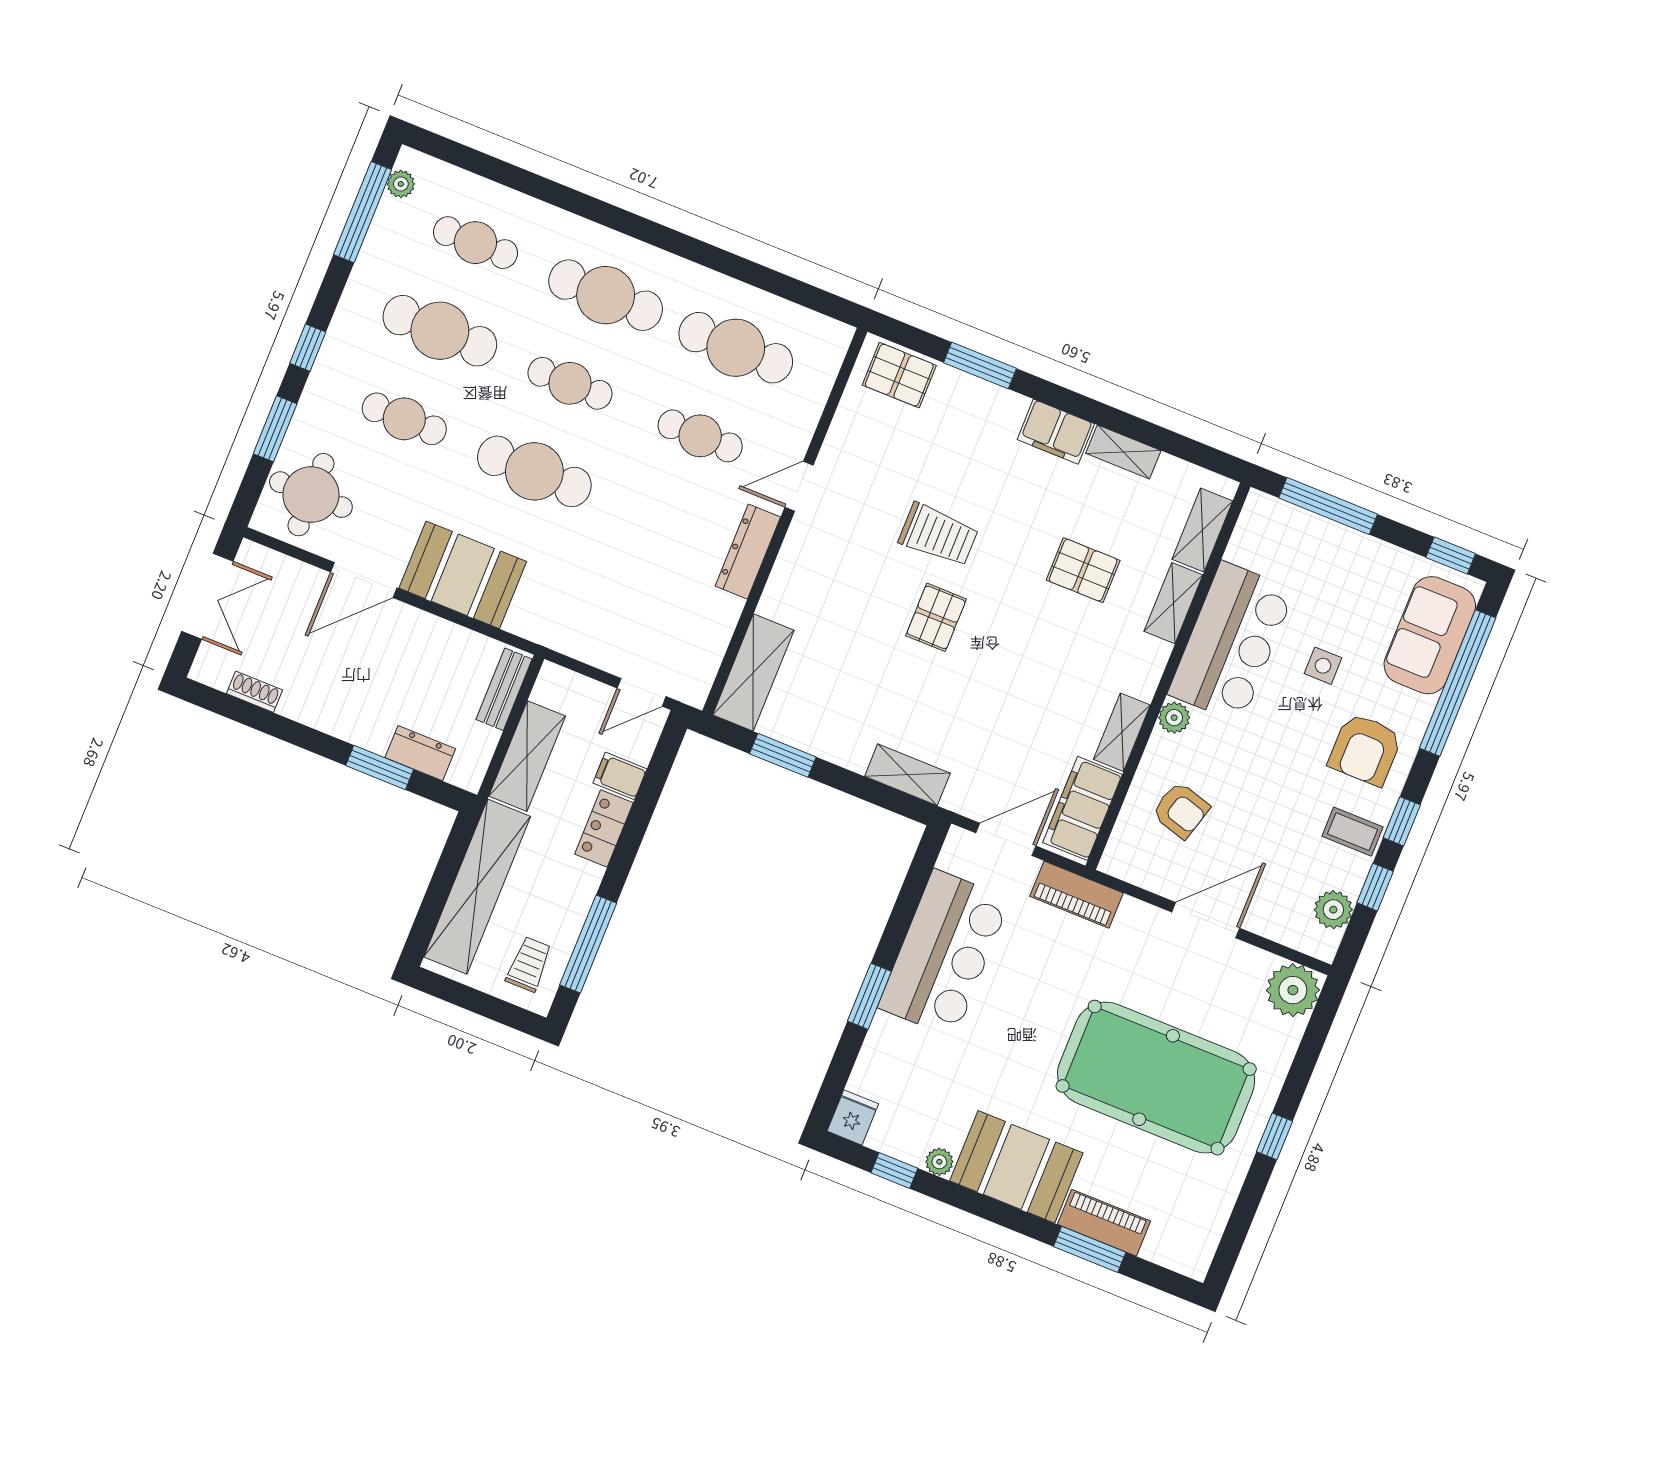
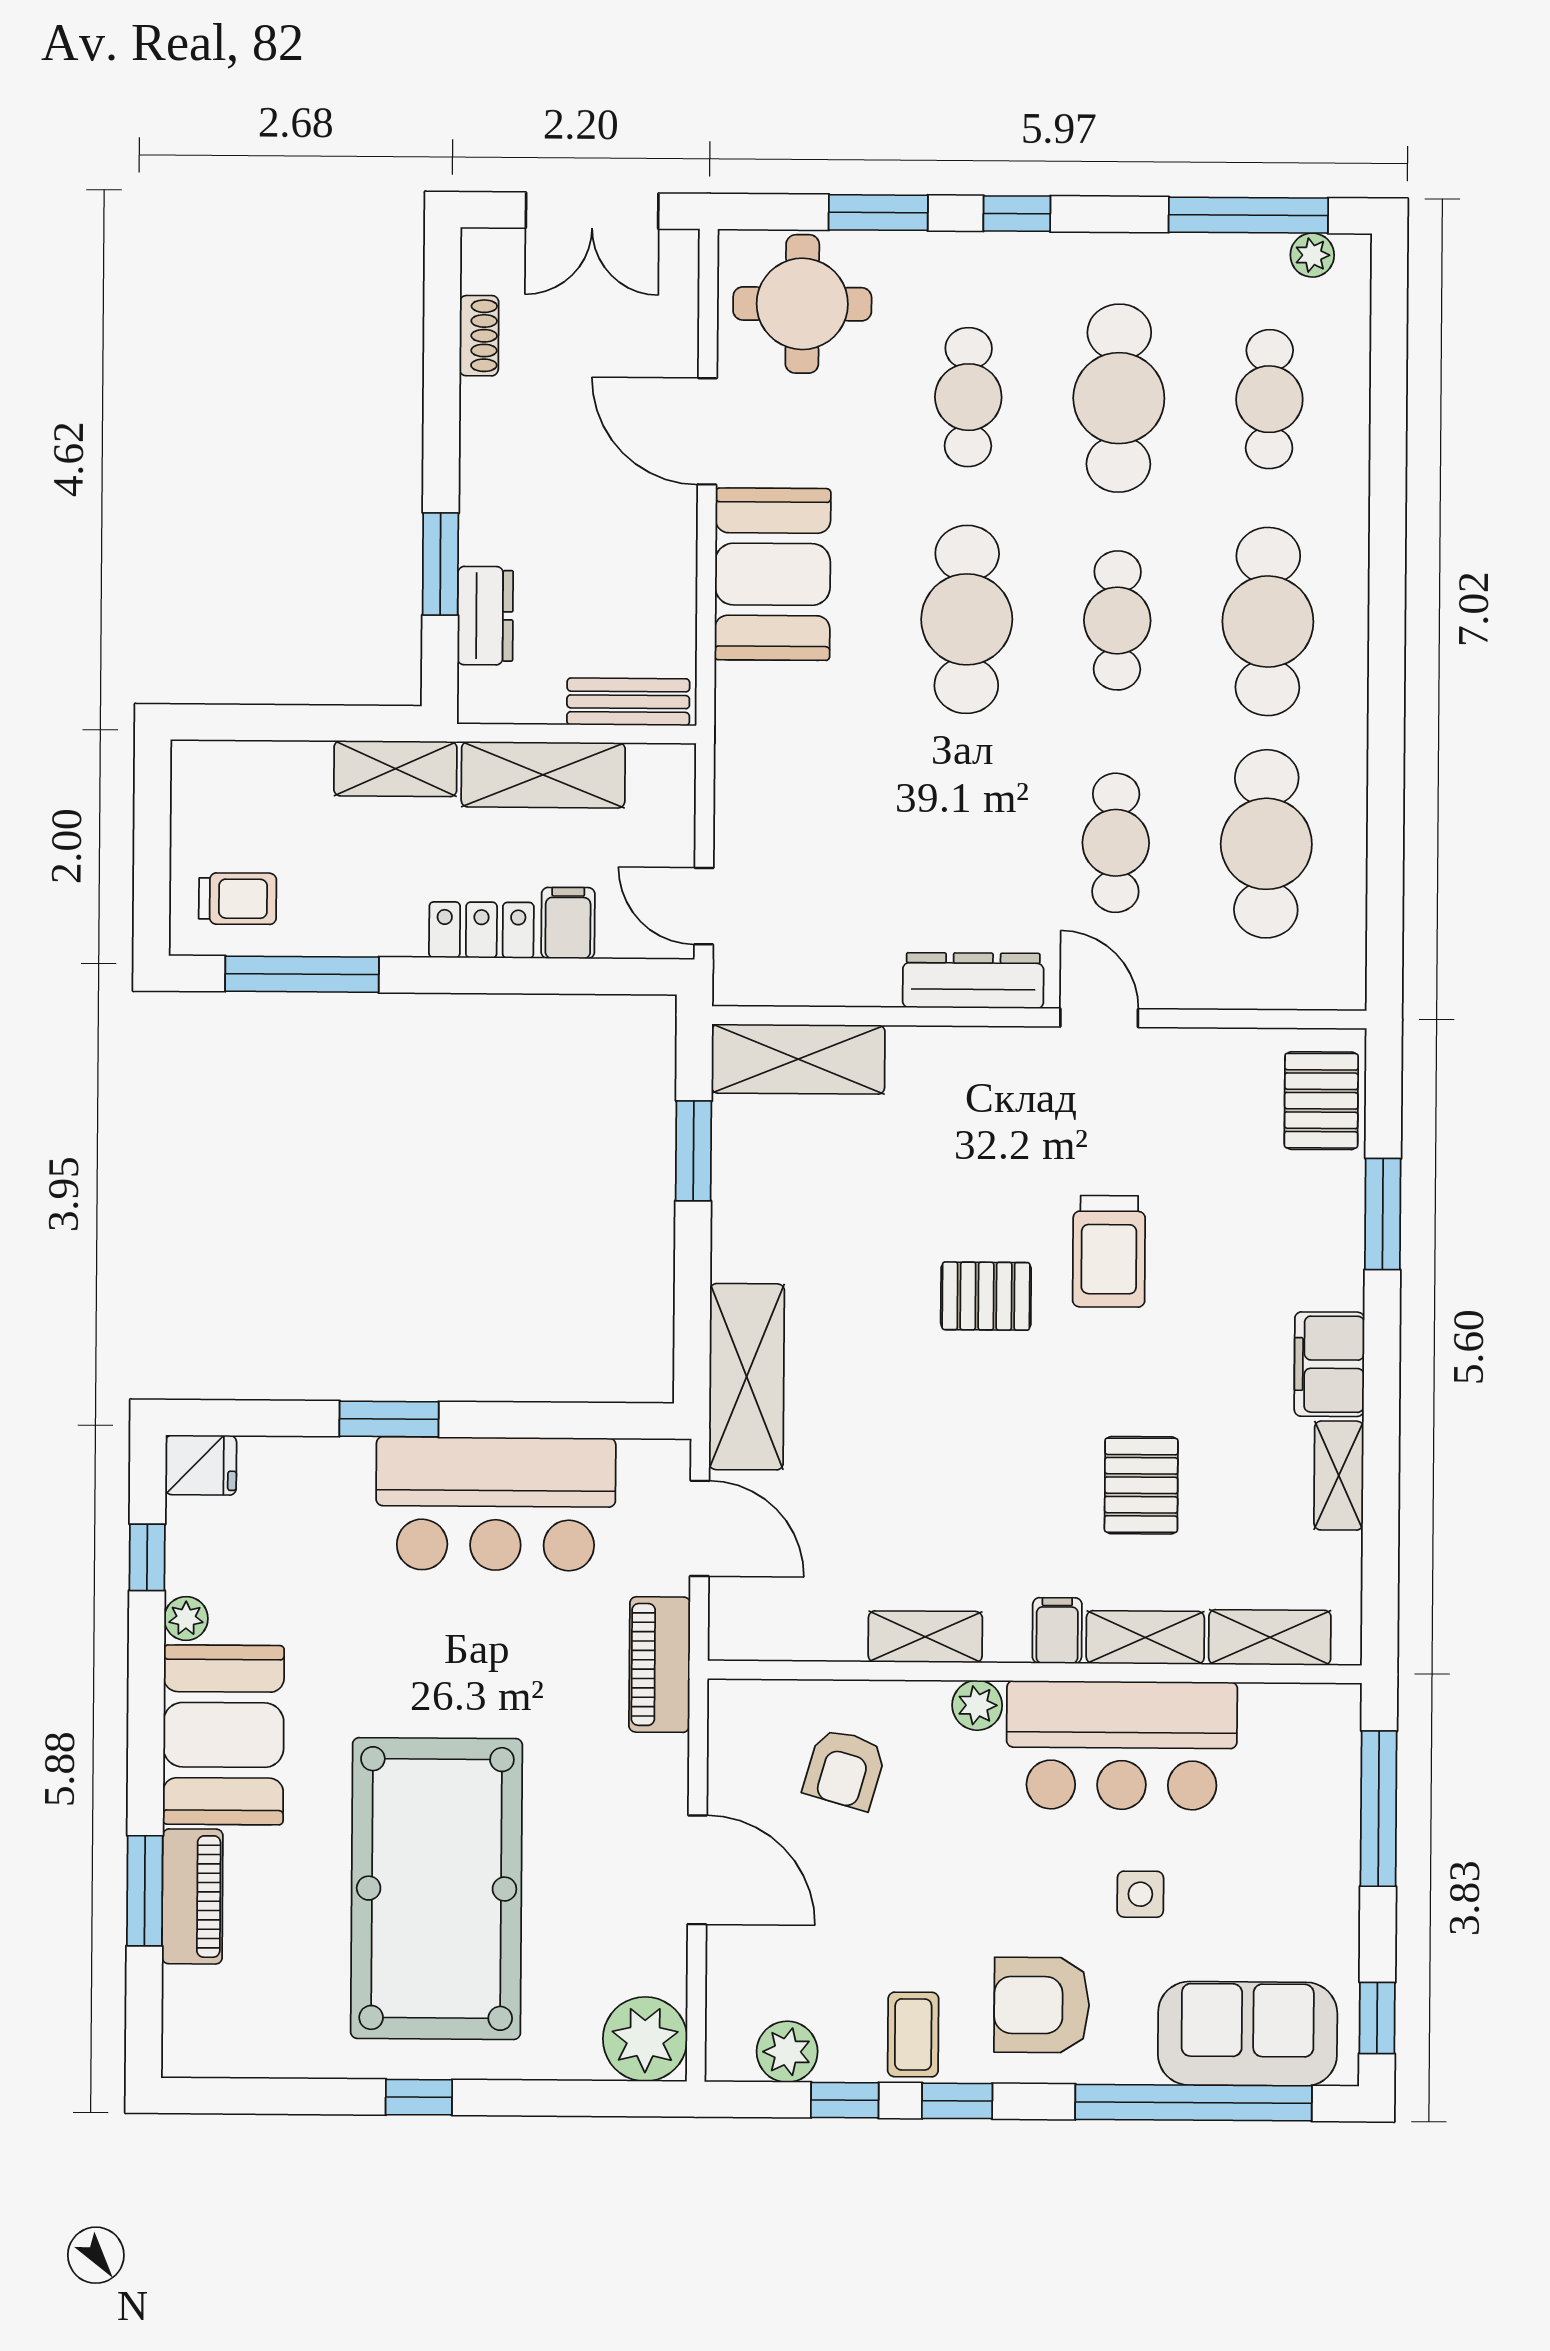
shelving: (907, 775) -> (747, 1377), width x1.50, depth x1.33
filing cabinet: (1083, 808) -> (1057, 1631), moved, width x0.33, depth x0.86
shelving: (477, 887) -> (395, 769), width x0.45, depth x0.75

